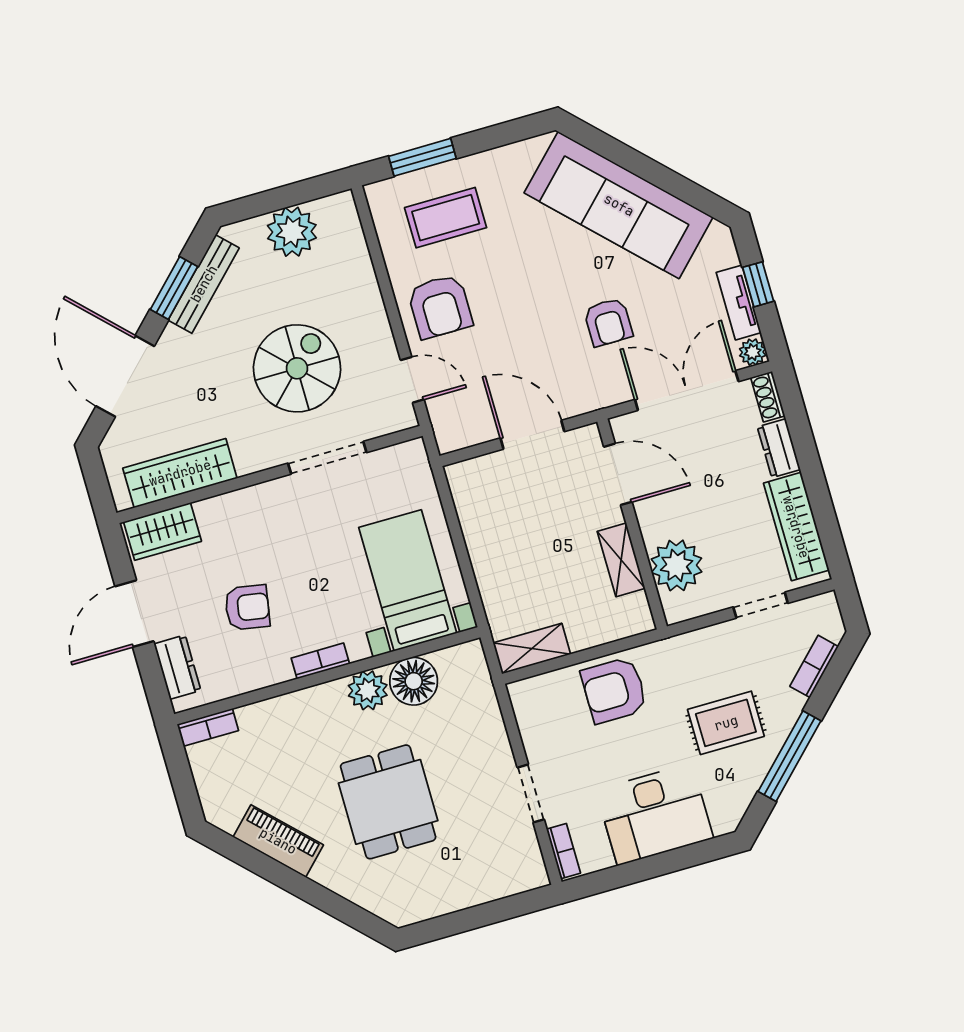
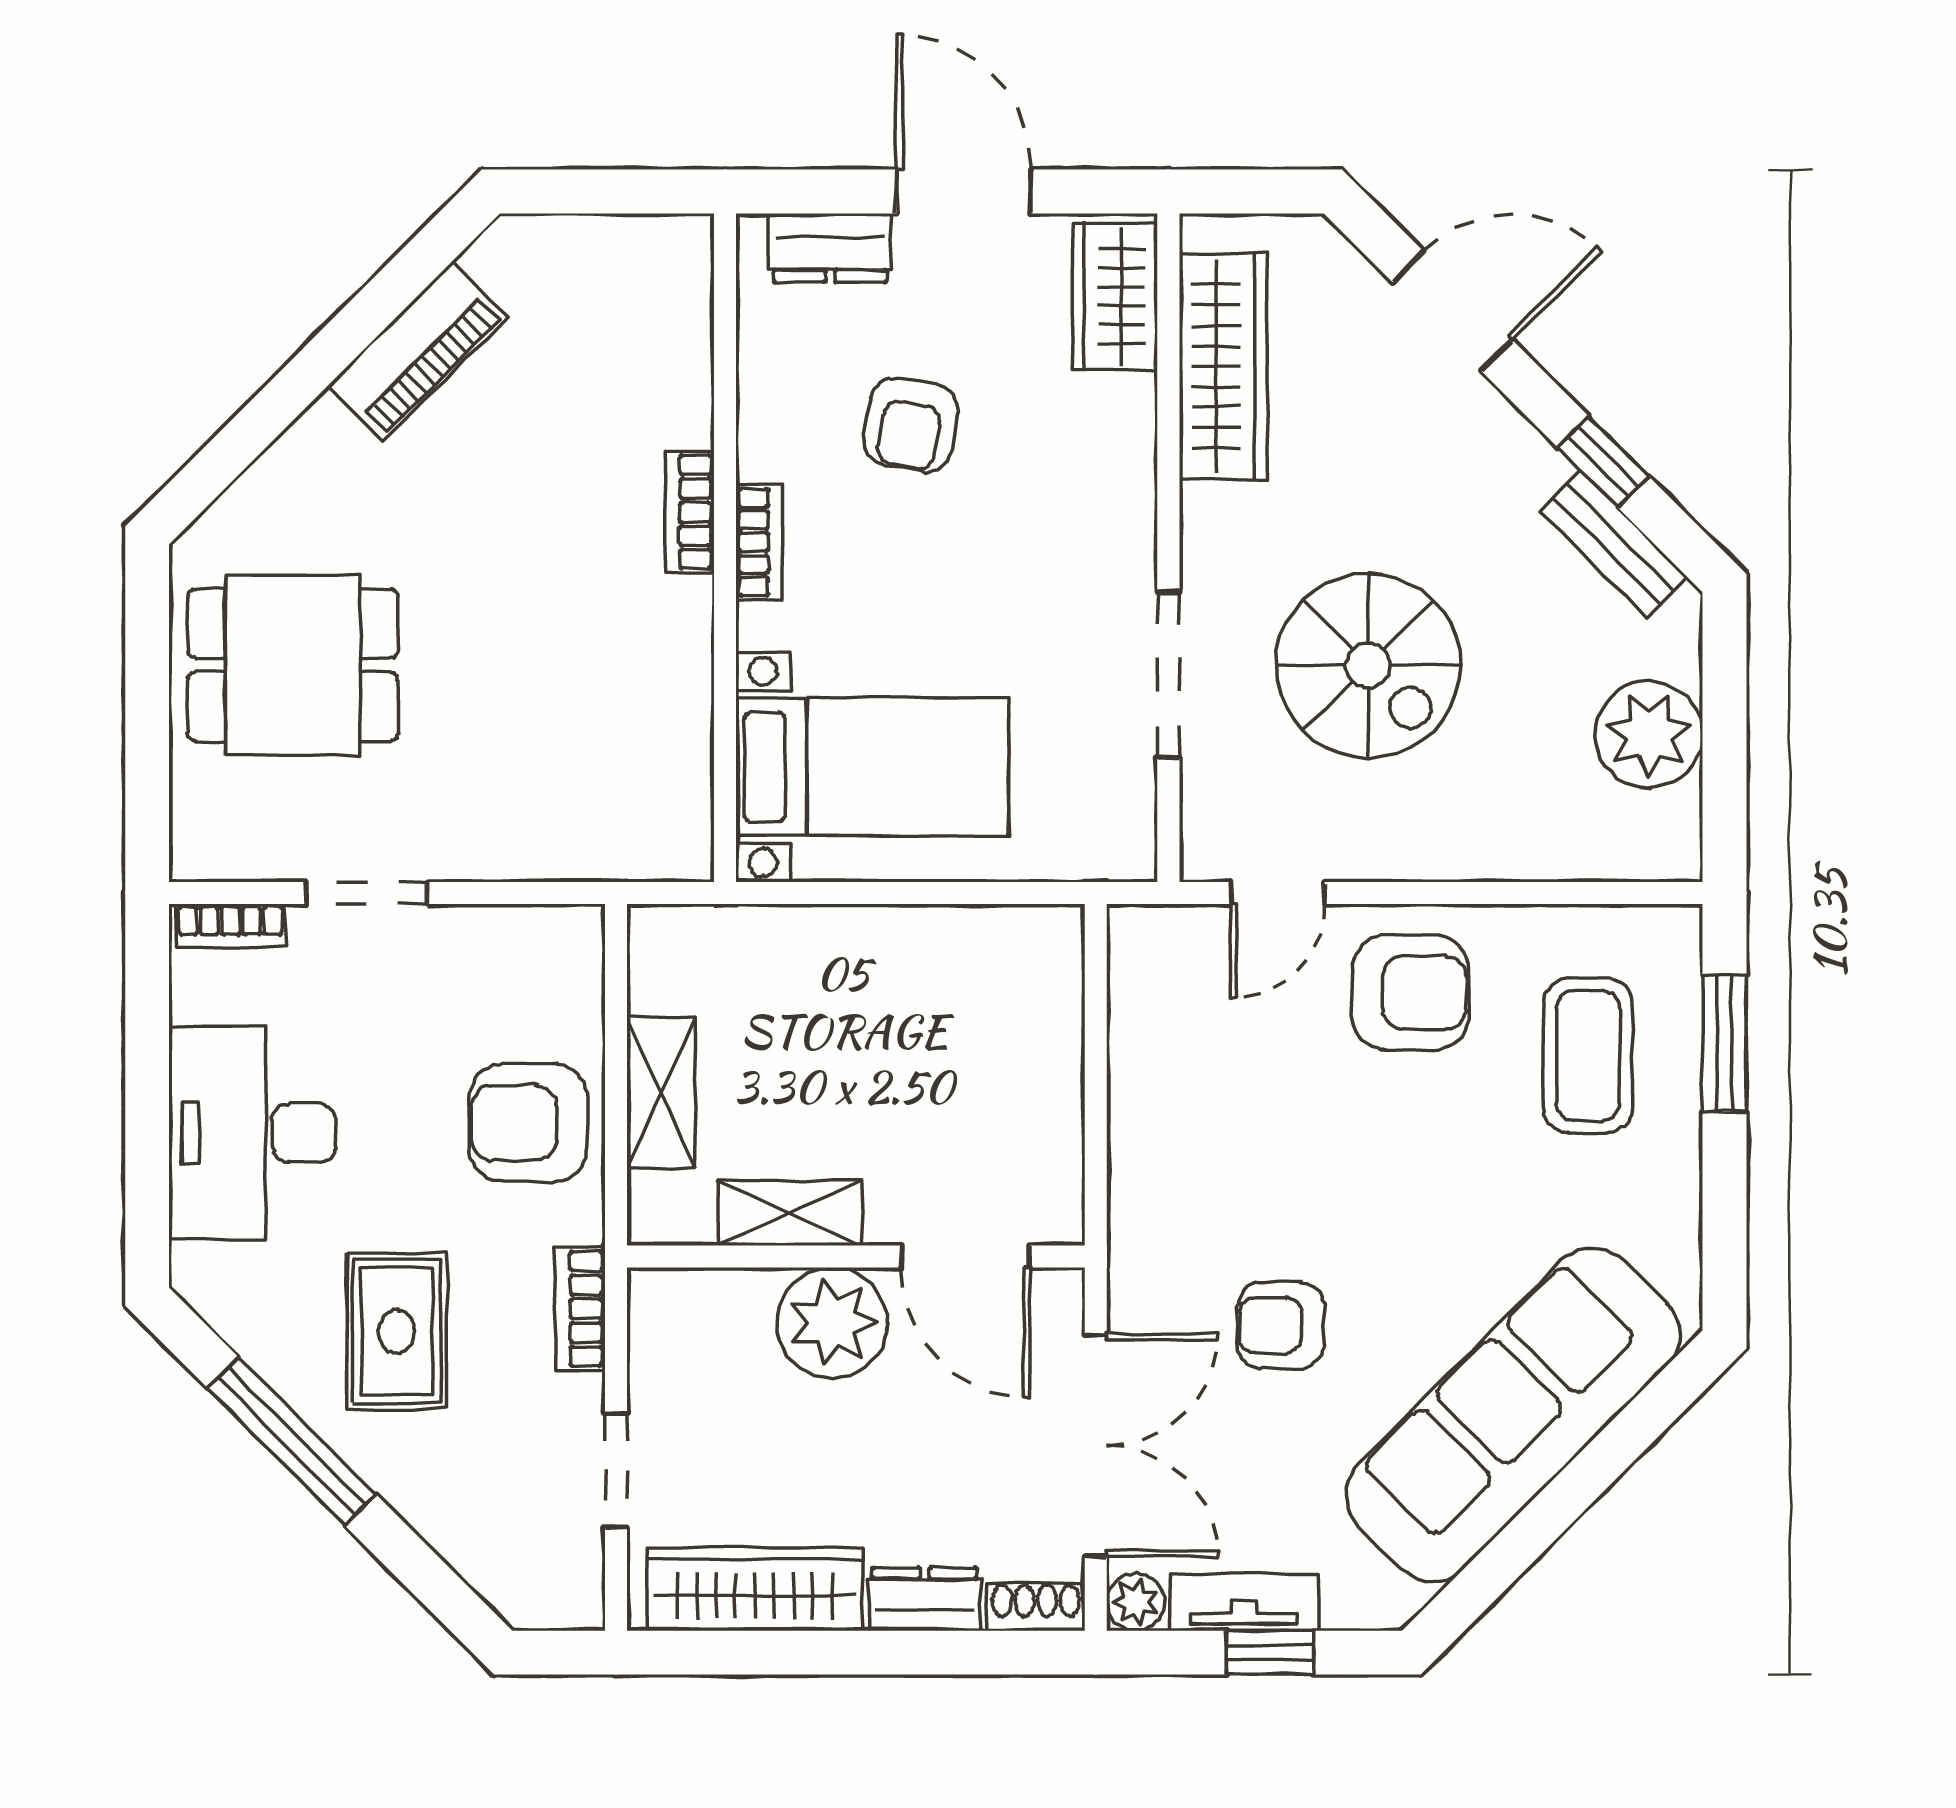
bench: (204, 284) -> (1614, 544), width x0.73
window: (174, 288) -> (1603, 462), width x0.67
armchair: (440, 307) -> (1410, 992), turned 180
door: (125, 376) -> (1453, 311), width x0.73
door: (532, 435) -> (1096, 1106), removed
door: (618, 474) -> (965, 1256), hinge flipped
plant: (677, 565) -> (832, 1323), moved
shelving: (532, 649) -> (661, 1093), moved
bookcase: (814, 666) -> (580, 1309), moved, turned -135
floor lamp: (414, 681) -> (664, 720), removed
plant: (368, 690) -> (672, 621), removed
armchair: (614, 690) -> (528, 1123), turned -90
bookcase: (208, 727) -> (690, 512), moved
dining table: (388, 802) -> (293, 665), moved

